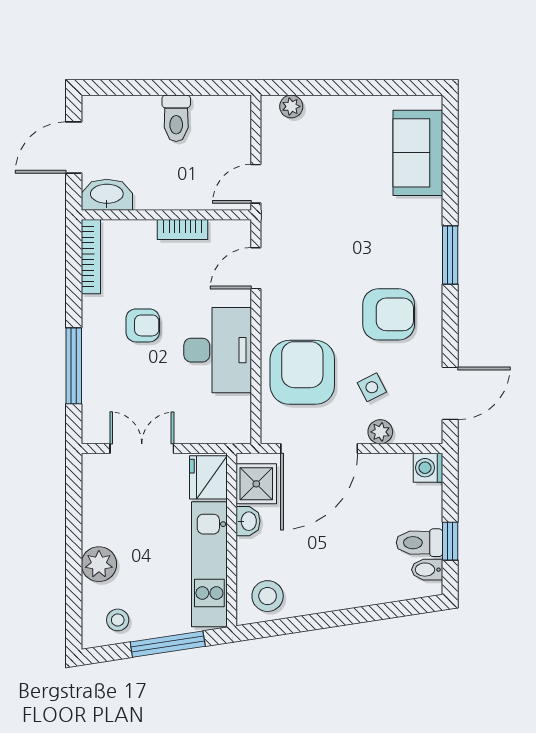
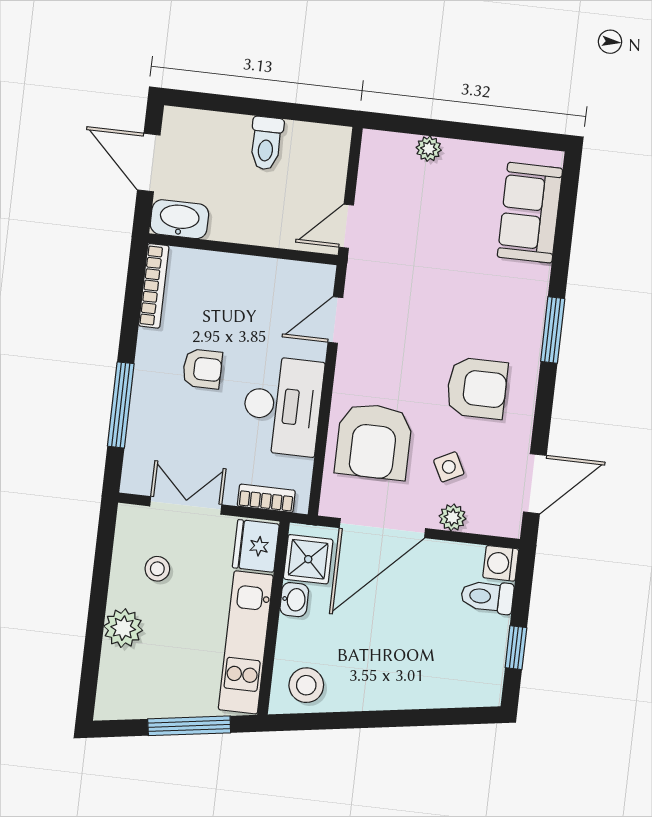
plant: (291, 106) -> (429, 149), moved
door: (74, 147) -> (149, 162), hinge flipped
bookcase: (182, 229) -> (266, 498), moved, turned 180
armchair: (302, 372) -> (374, 441), turned 180
toilet: (419, 543) -> (487, 597), moved
bidet: (427, 570) -> (487, 676), removed
stool: (118, 620) -> (157, 569), moved

